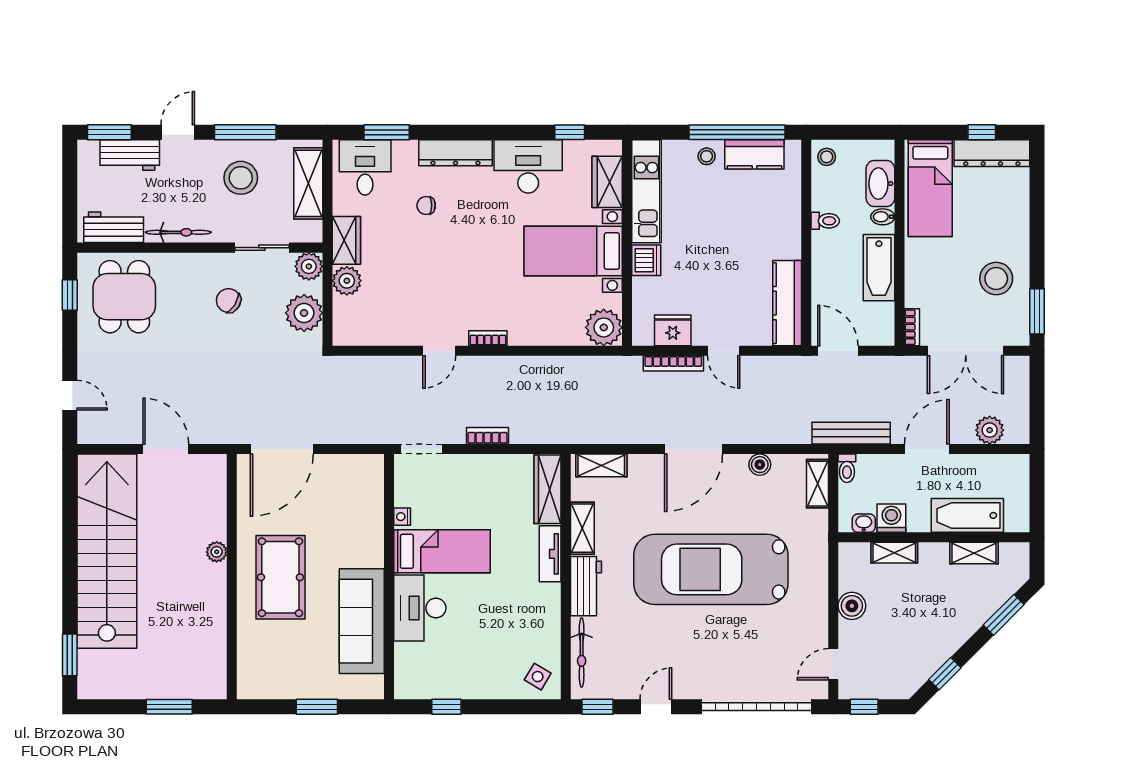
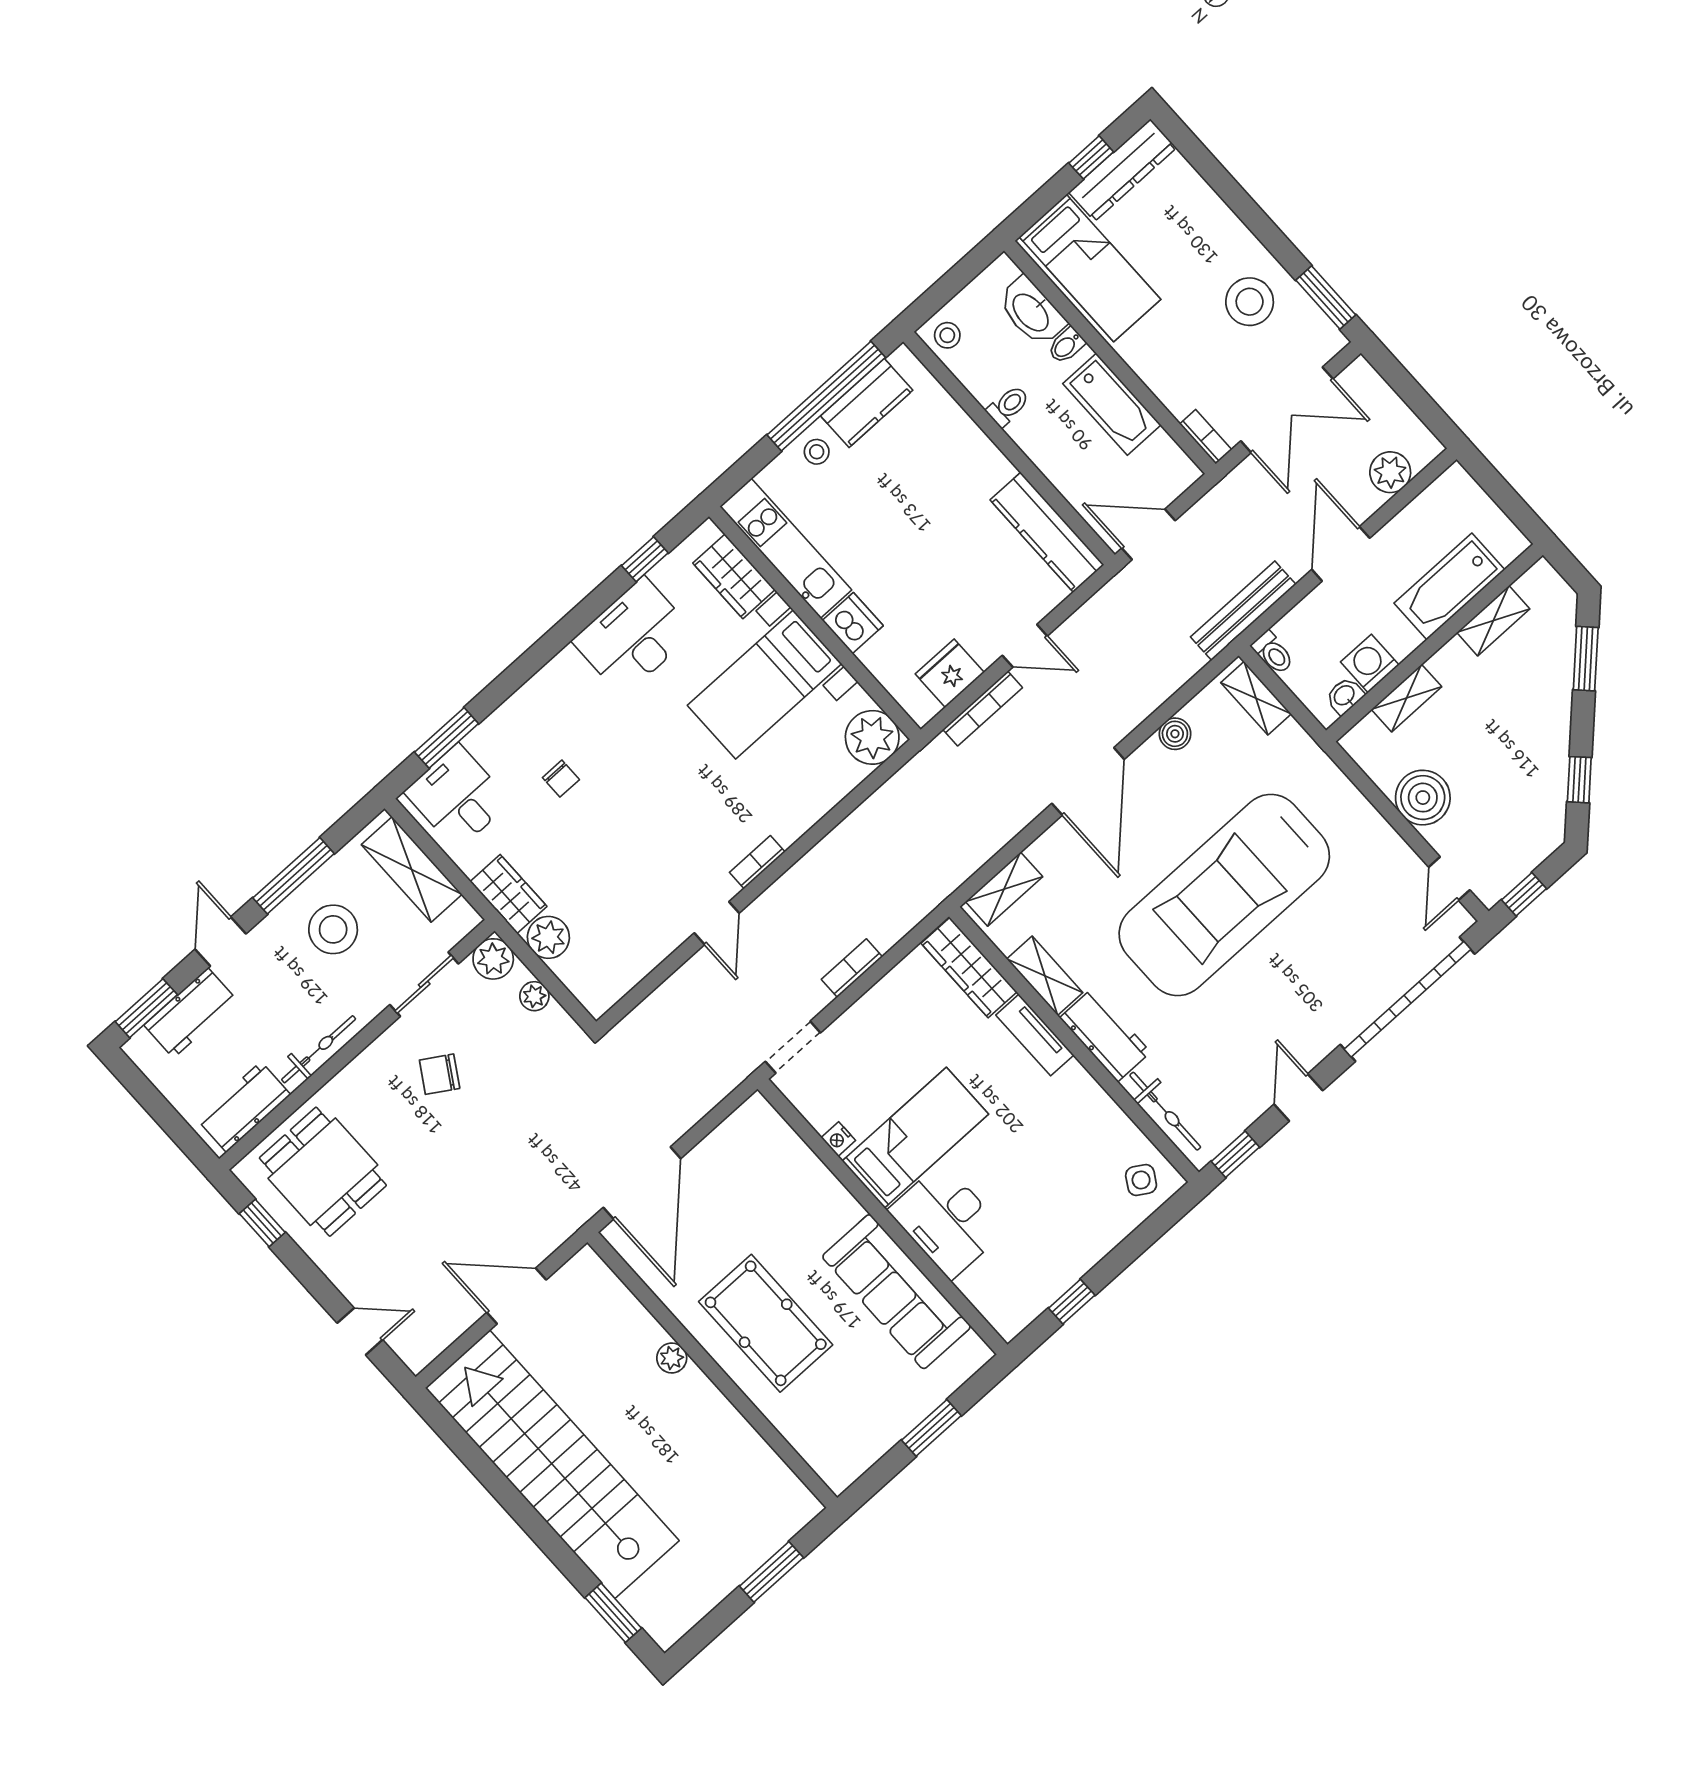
dresser: (455, 153) -> (541, 693), removed
chair: (426, 205) -> (561, 779), turned -90
plant: (304, 313) -> (534, 996), width x0.53, depth x0.53
boiler: (852, 606) -> (1423, 798), width x1.37, depth x1.37

